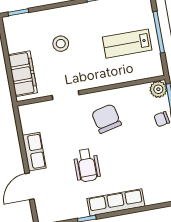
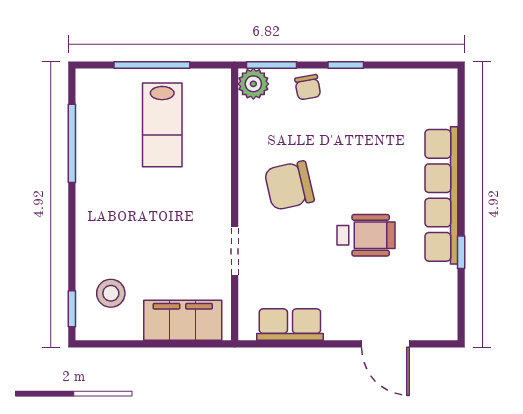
stool: (61, 44) -> (111, 293), moved
row of seats: (34, 152) -> (290, 325), moved
row of seats: (116, 202) -> (441, 195), width x1.36

